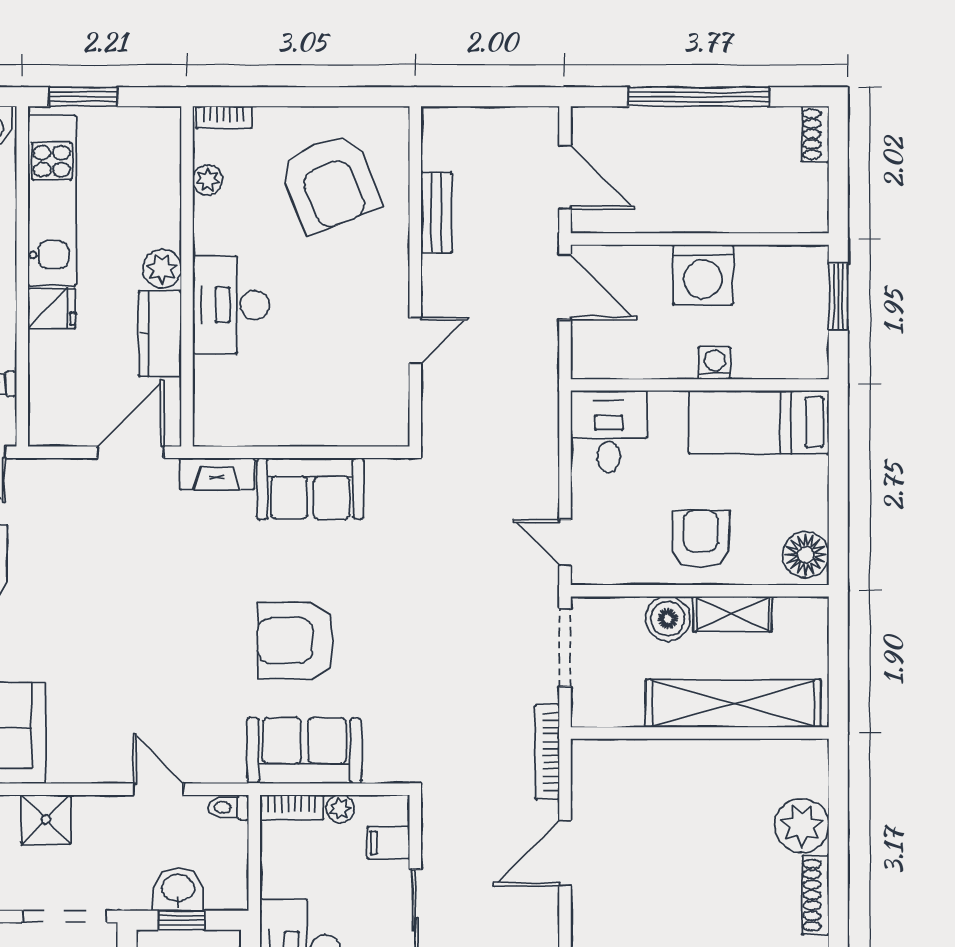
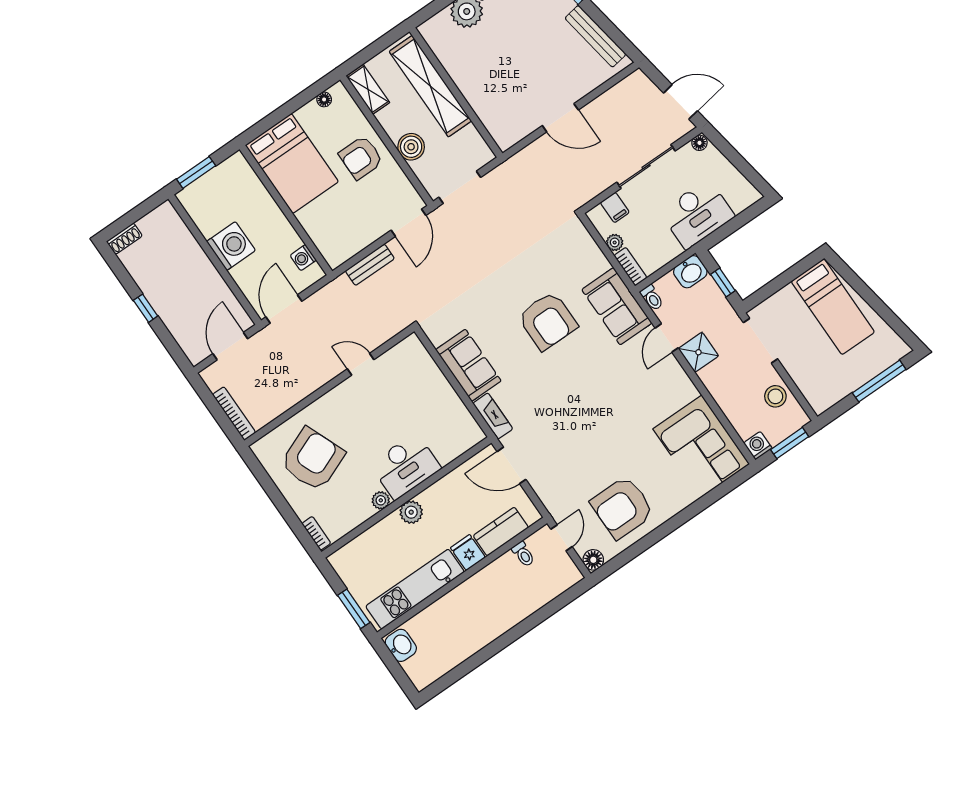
window: (699, 97) -> (146, 308), width x0.32
plant: (208, 180) -> (381, 500), moved
bench: (436, 213) -> (370, 265), moved
kitchen counter: (160, 334) -> (501, 532), moved, turned 180
washing machine: (715, 363) -> (303, 258), moved
bed: (759, 422) -> (292, 163), width x1.50
desk: (609, 432) -> (340, 239), removed
door: (565, 542) -> (409, 223), width x1.38
floor lamp: (806, 555) -> (324, 99), width x0.53, depth x0.53
shelving: (732, 614) -> (368, 89), moved
sofa: (304, 751) -> (617, 306), moved
bookcase: (547, 752) -> (234, 414), moved, turned -90
shower: (46, 820) -> (698, 352), moved
washbasin: (178, 889) -> (690, 272), moved, turned -90

